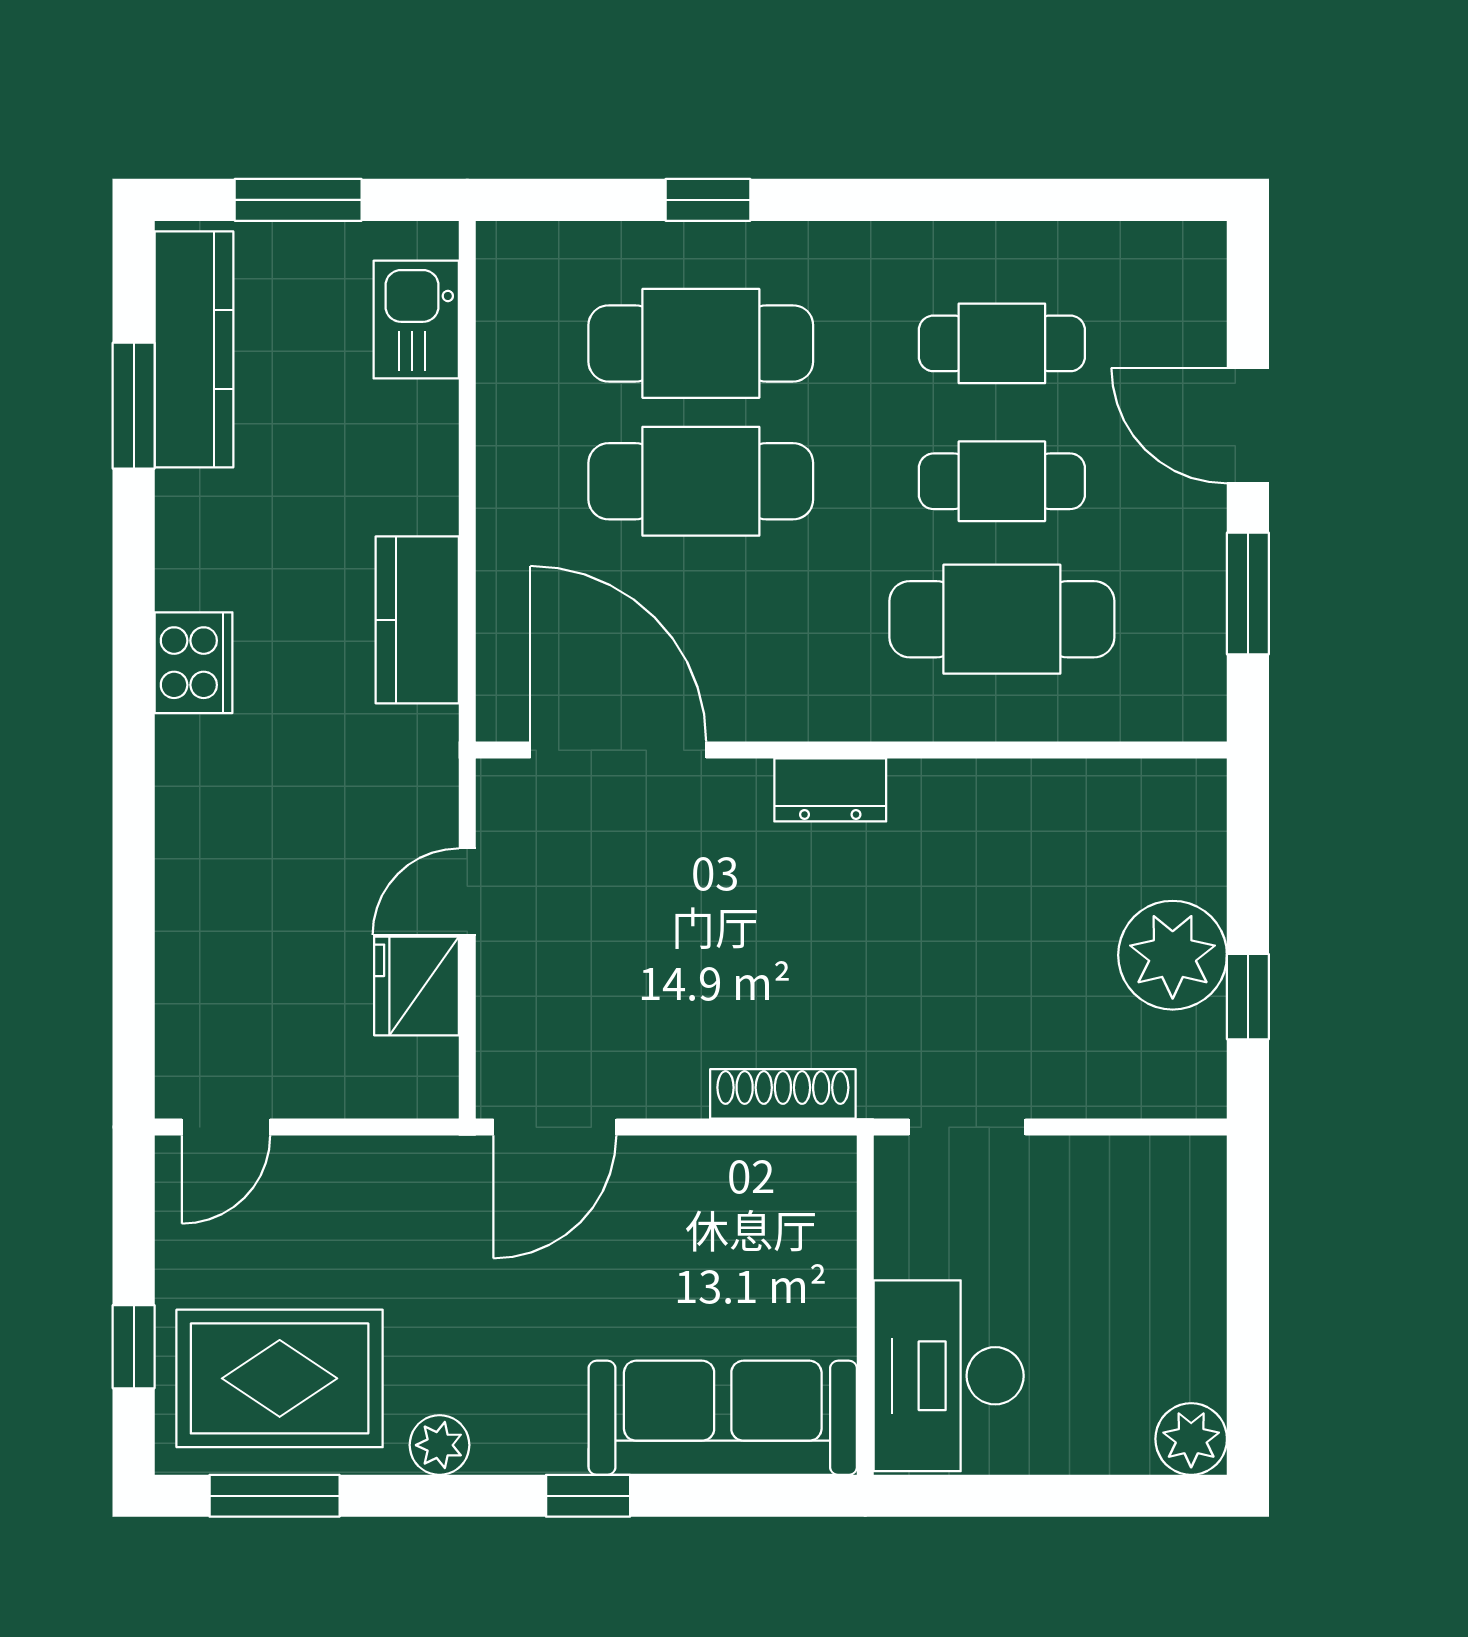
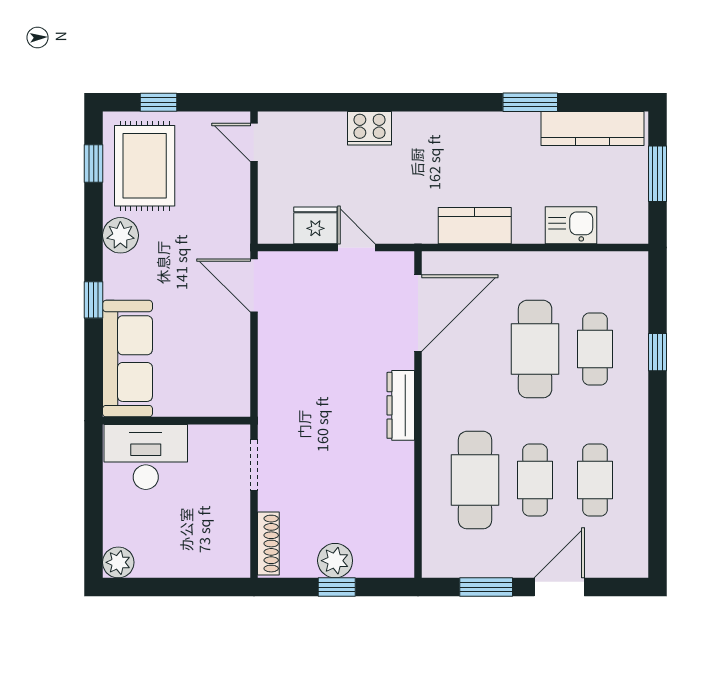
kitchen sink: (416, 320) -> (571, 225), moved
cafe table: (701, 343) -> (595, 349), width x0.73, depth x0.74
window: (134, 406) -> (530, 102), moved
cooker: (194, 663) -> (369, 128), moved
dresser: (830, 790) -> (401, 405), width x1.44
plant: (1173, 955) -> (335, 561), width x0.73, depth x0.73
window: (1248, 997) -> (337, 587), moved
shoe rack: (783, 1094) -> (268, 544), moved
plant: (440, 1445) -> (120, 235), width x1.38, depth x1.38
window: (275, 1496) -> (94, 164), width x0.67

